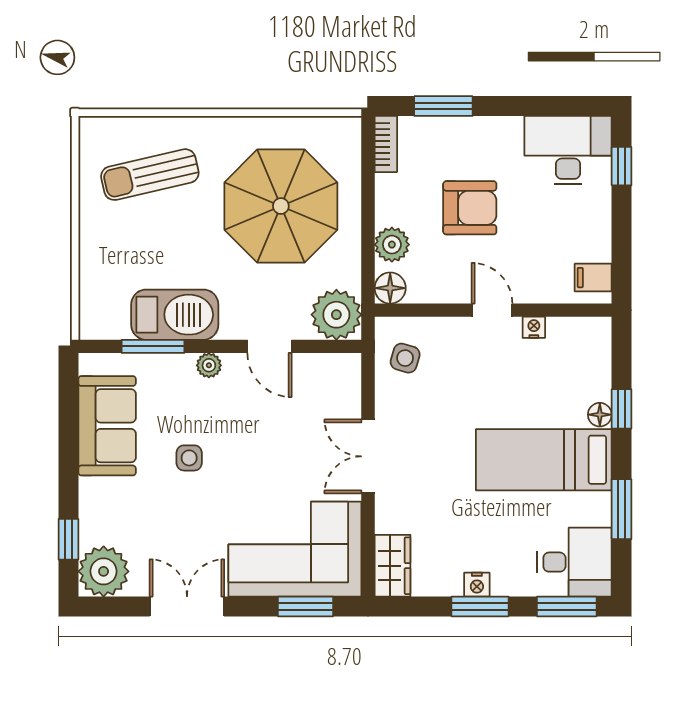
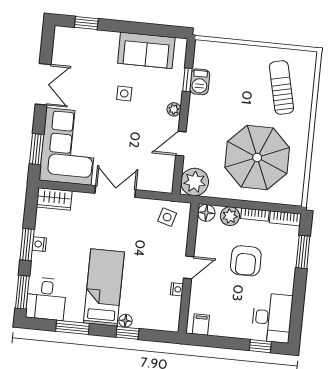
bookcase: (385, 200) -> (255, 215), added
barbecue: (175, 315) -> (200, 82), width x0.53, depth x0.65
window: (153, 346) -> (187, 80), width x0.67
plant: (104, 571) -> (67, 40), removed

